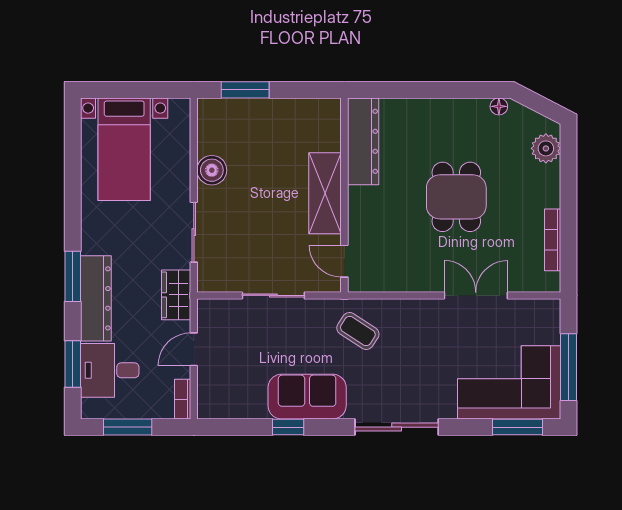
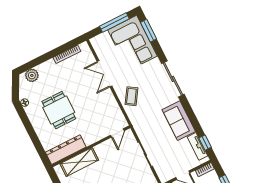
shelving: (325, 193) -> (79, 162), moved
dining table: (456, 197) -> (59, 110), moved, turned 90
coffee table: (358, 331) -> (131, 96), moved
tv unit: (237, 408) -> (197, 146), added
window: (288, 427) -> (205, 143), moved

